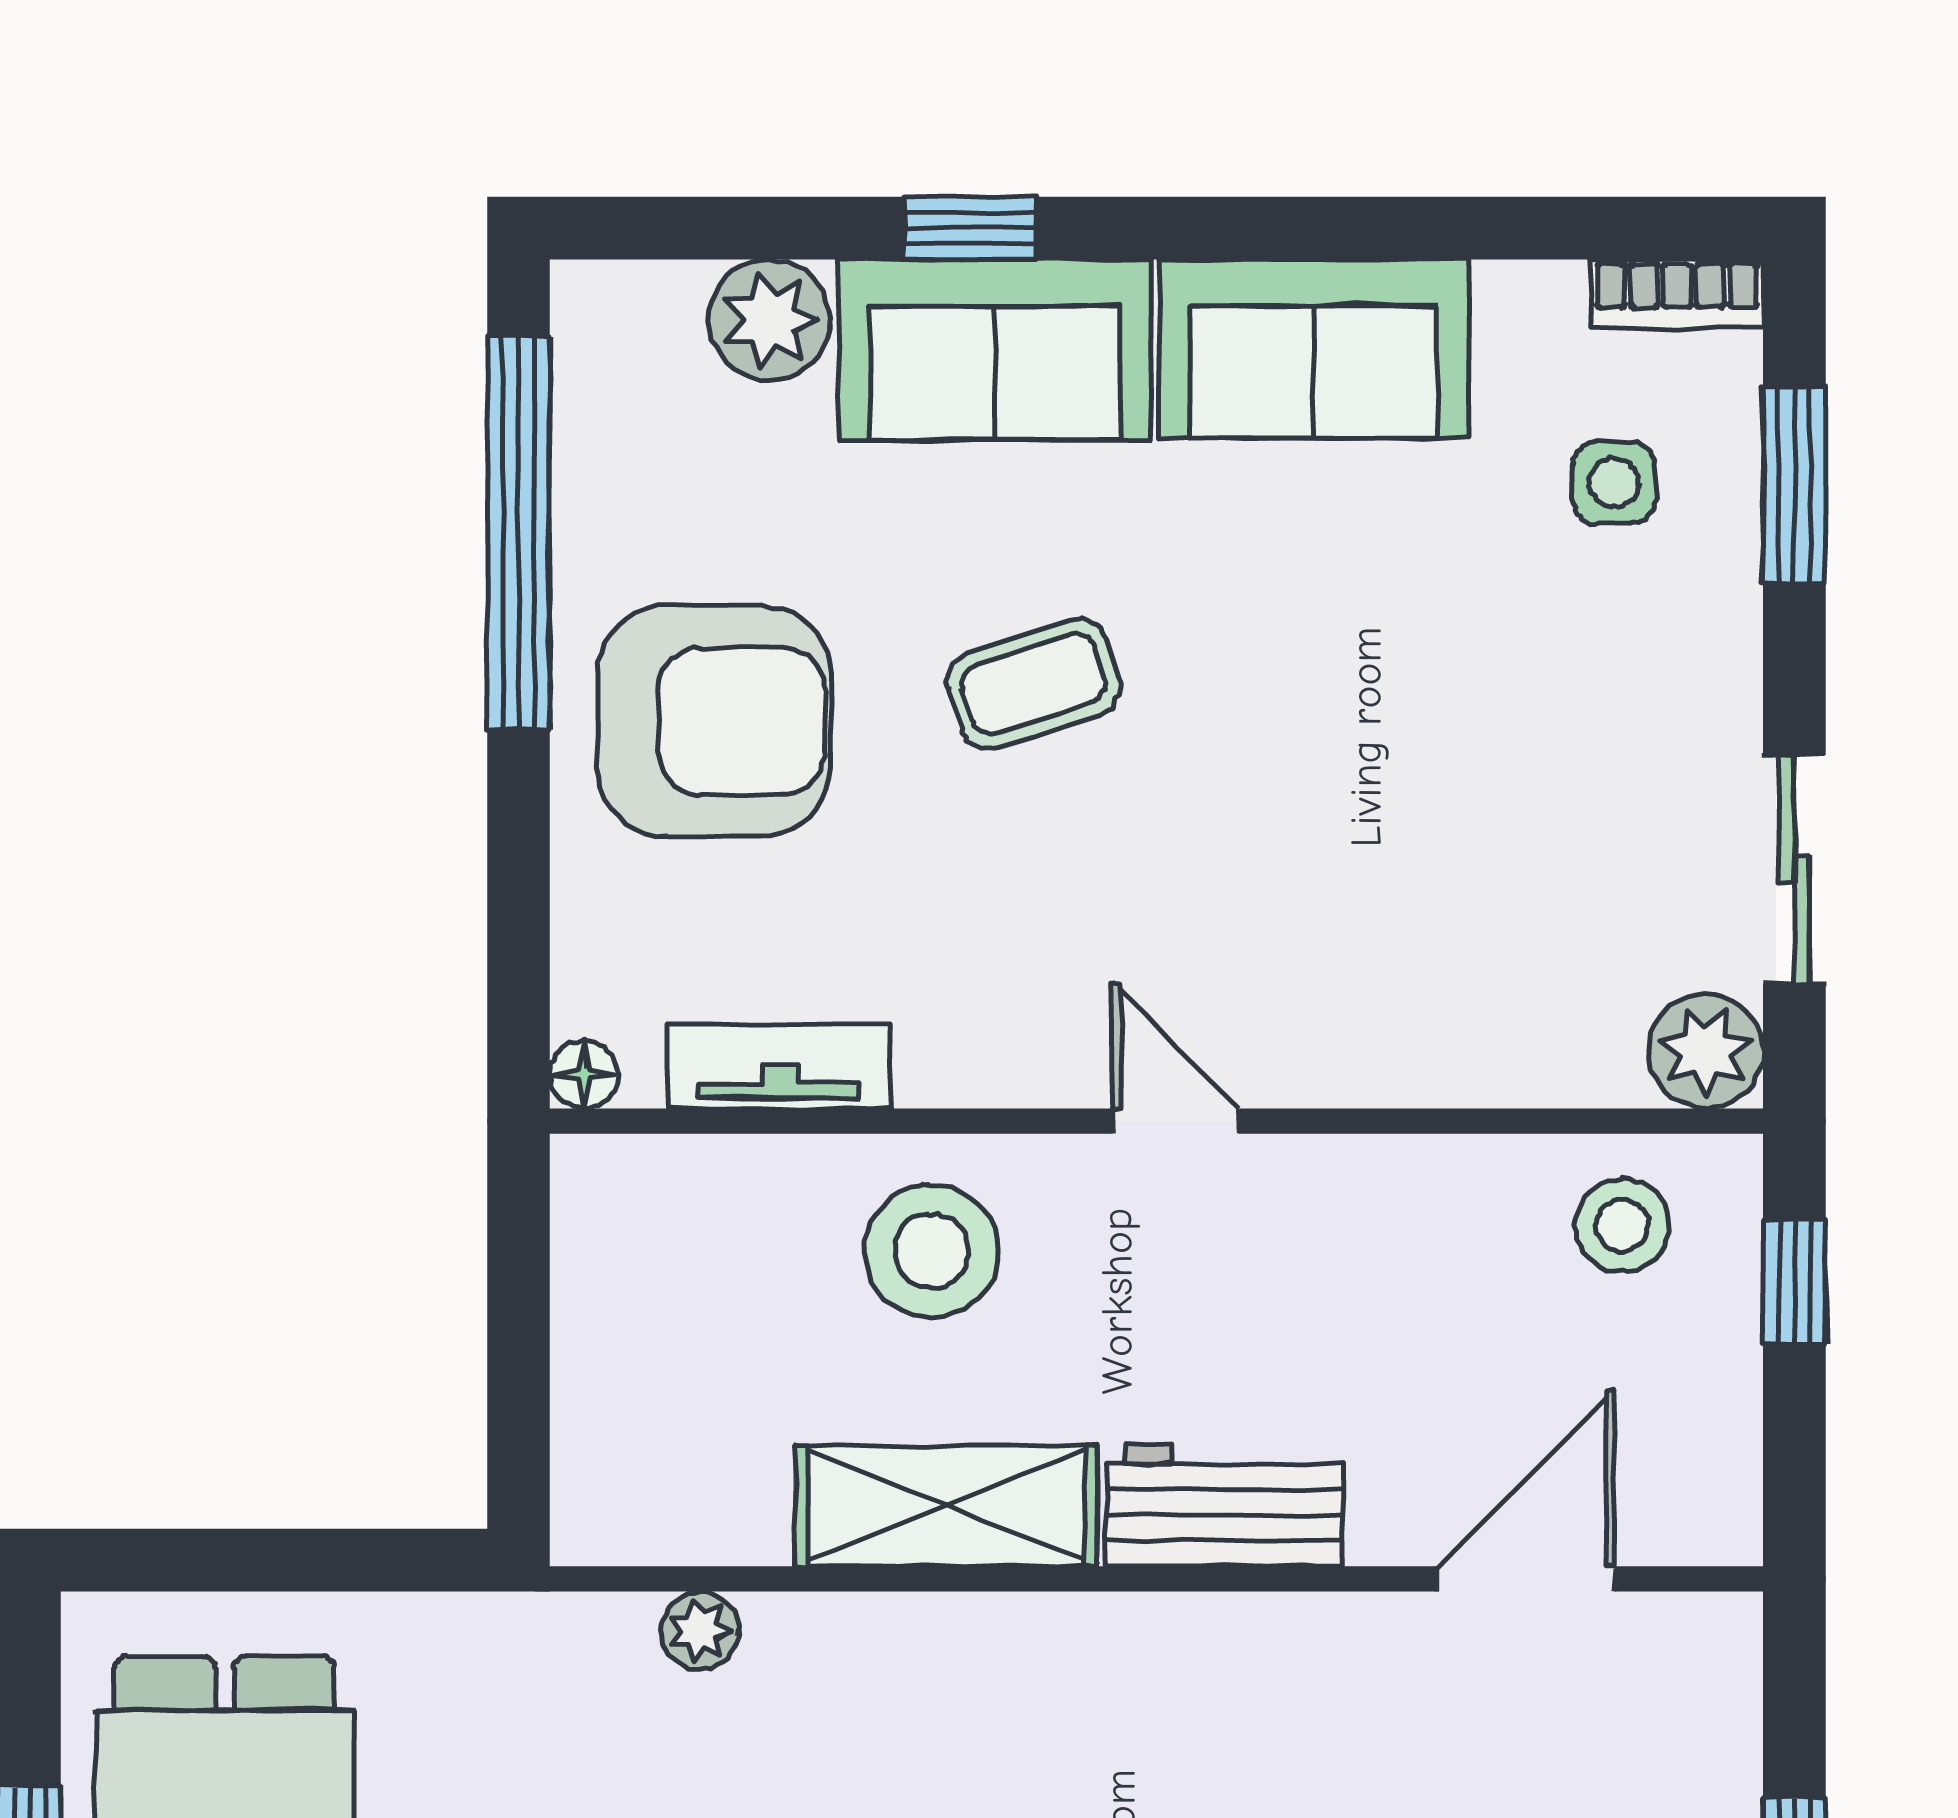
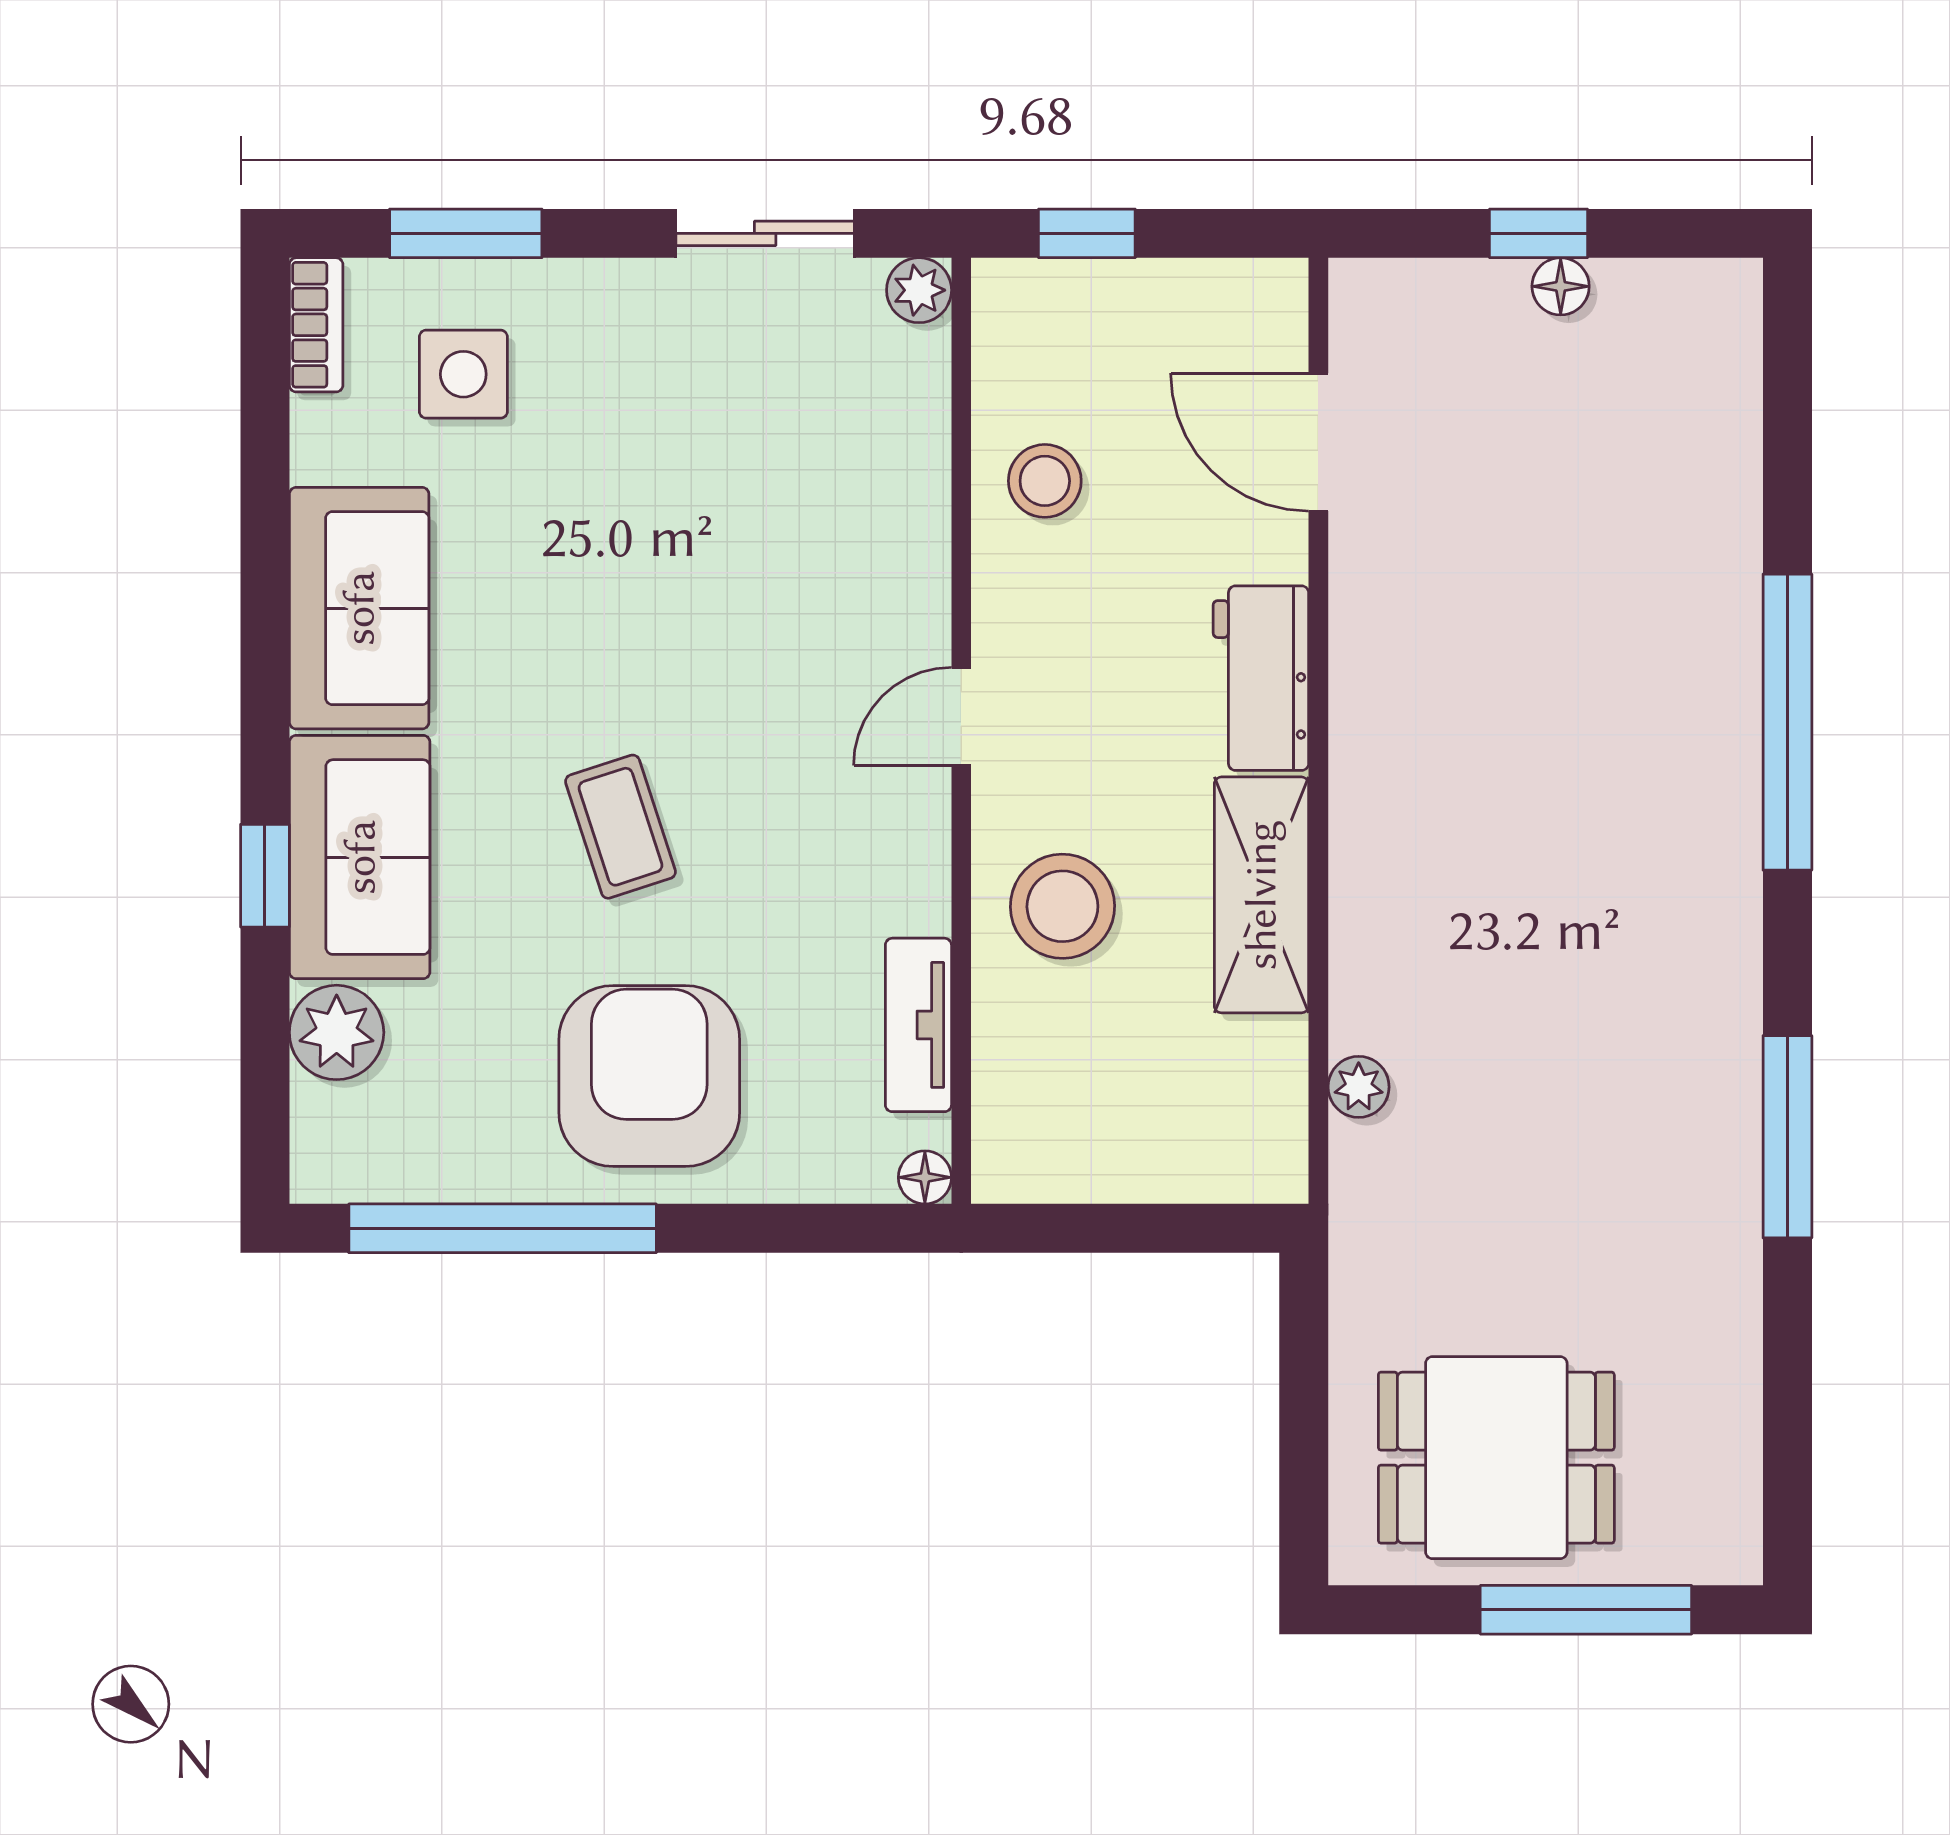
side table: (1614, 483) -> (463, 374), width x1.37, depth x1.37
plant: (1706, 1051) -> (919, 290), width x0.73, depth x0.73
stool: (1622, 1225) -> (1045, 481), moved

